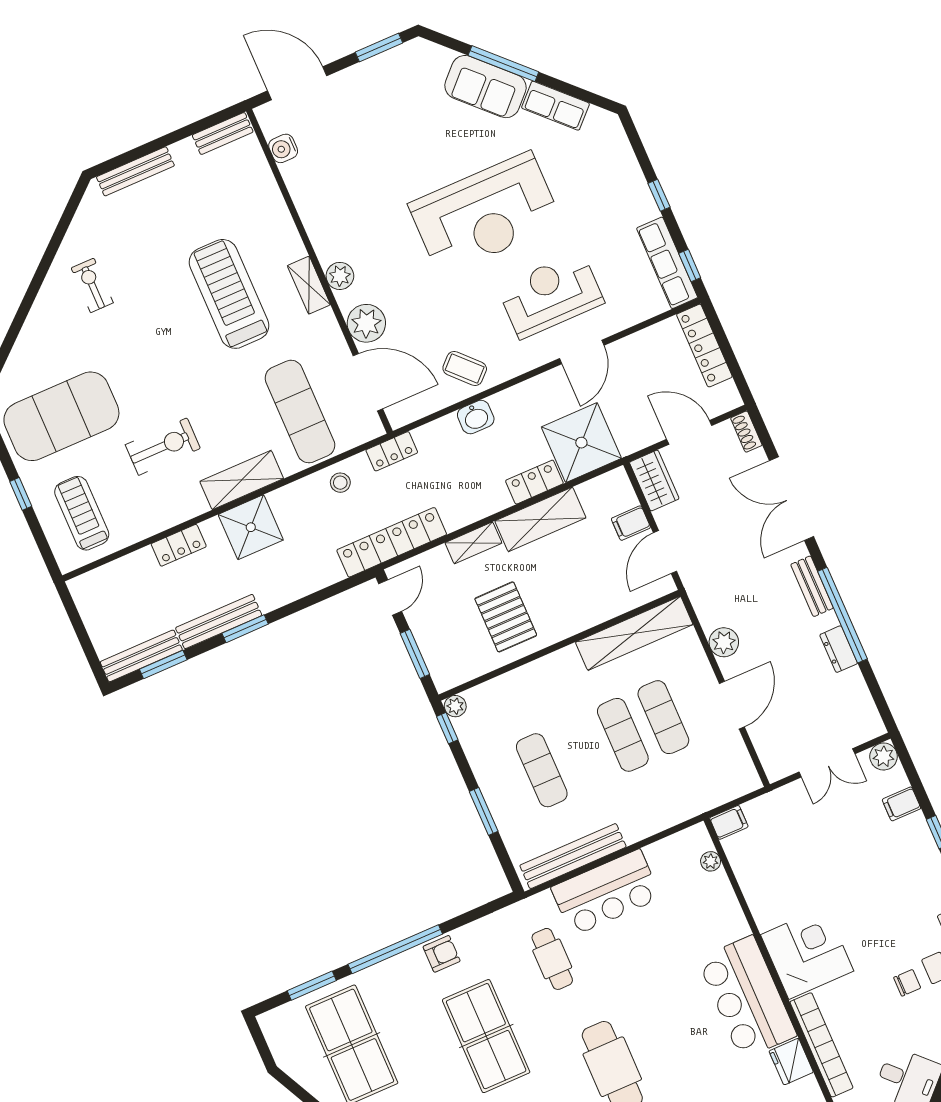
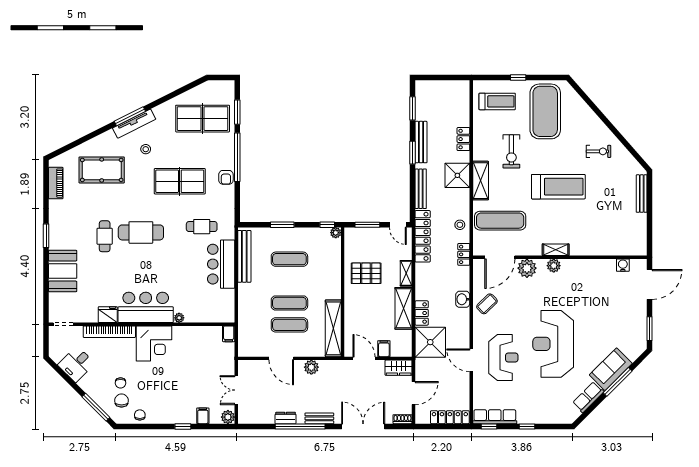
bench: (223, 134) -> (642, 241), removed
treadmill: (229, 294) -> (558, 187), moved
bench: (141, 656) -> (421, 189), moved
plant: (711, 861) -> (179, 318), moved

